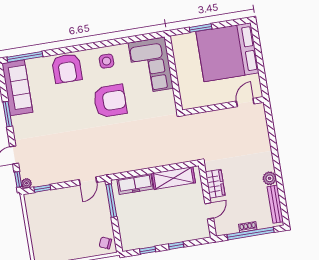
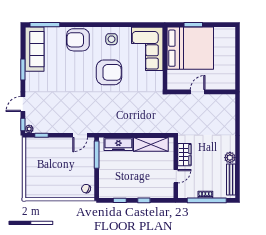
bed: (228, 52) -> (190, 48), moved, turned 180
armchair: (67, 68) -> (78, 40), turned 90
door: (245, 102) -> (198, 92), moved

